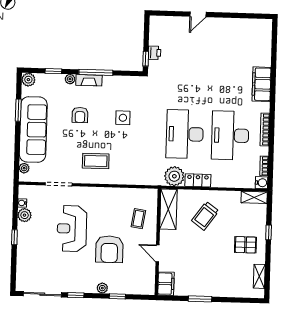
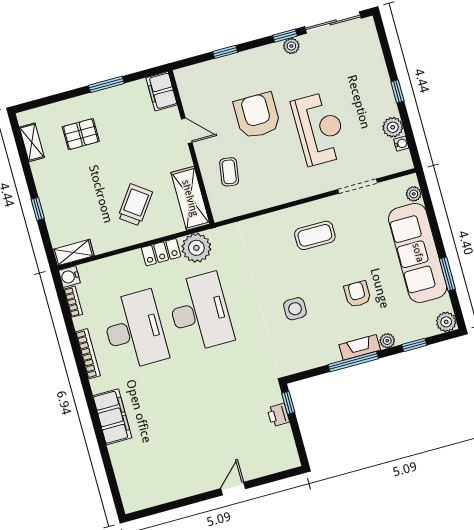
pallet: (245, 245) -> (81, 134), moved
plant: (102, 288) -> (291, 46), moved

